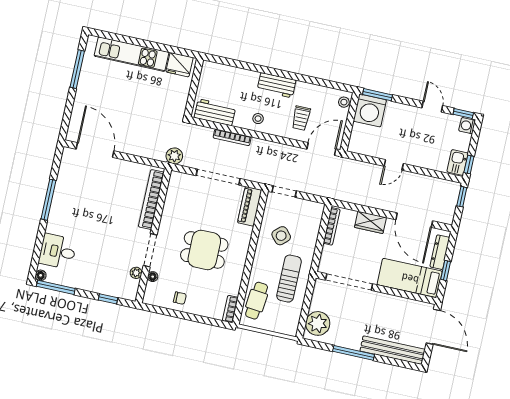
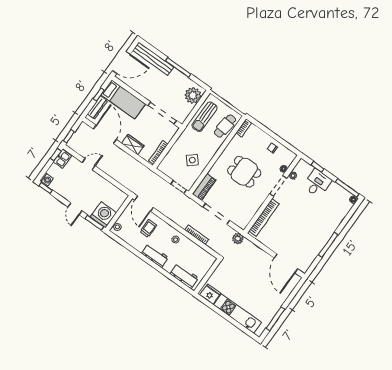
door: (432, 107) -> (75, 209), moved
workbench: (215, 112) -> (184, 276), moved, turned 180
door: (321, 149) -> (144, 204), hinge flipped
door: (394, 165) -> (89, 164), moved
desk: (58, 251) -> (317, 183), moved, turned -90
sun lounger: (289, 279) -> (205, 117), moved
door: (433, 327) -> (121, 62), swing flipped

